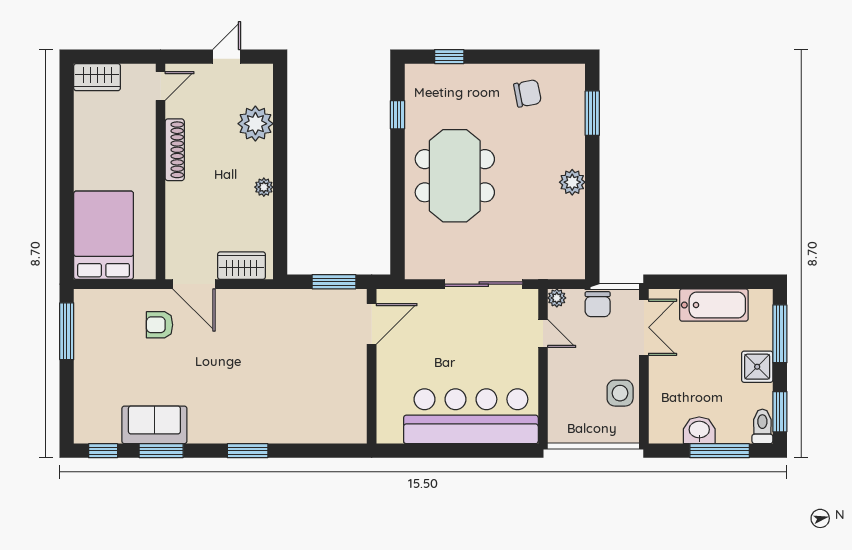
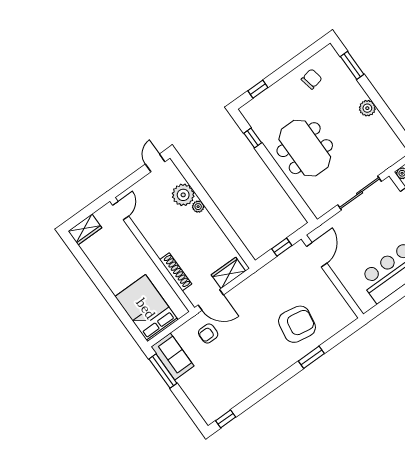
door: (227, 57) -> (155, 163), moved
shoe rack: (175, 150) -> (176, 272), moved
plant: (264, 187) -> (198, 207), moved
window: (334, 282) -> (282, 247), width x0.67
armchair: (282, 395) -> (297, 324), added
sofa: (154, 425) -> (172, 356), moved, turned 90
window: (161, 451) -> (255, 398), removed
window: (248, 451) -> (311, 357), moved

